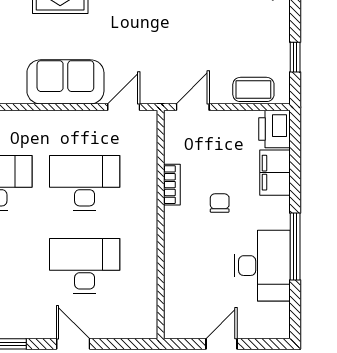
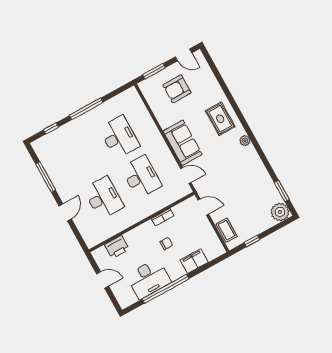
printer: (275, 129) -> (117, 247), moved, turned 180
window: (295, 246) -> (166, 289), width x1.46

